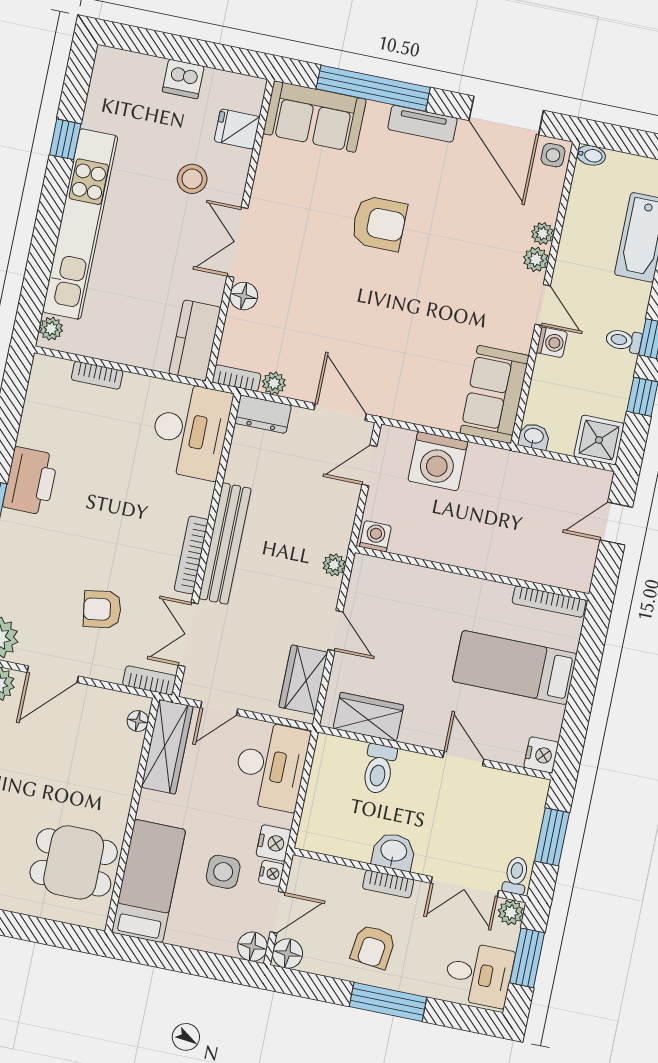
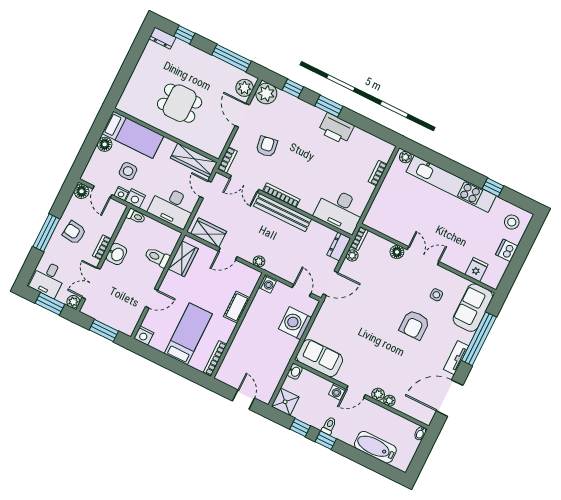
side table: (553, 155) -> (436, 295), moved
stool: (192, 179) -> (512, 222), moved
kitchen counter: (195, 340) -> (382, 223), removed
cot: (437, 585) -> (237, 307), added
double door: (188, 634) -> (244, 184), swing flipped
floor lamp: (138, 721) -> (210, 150), removed
dining table: (74, 862) -> (180, 103), moved, turned 90
toilet: (516, 875) -> (136, 216), moved
floor lamp: (252, 947) -> (105, 144), moved

